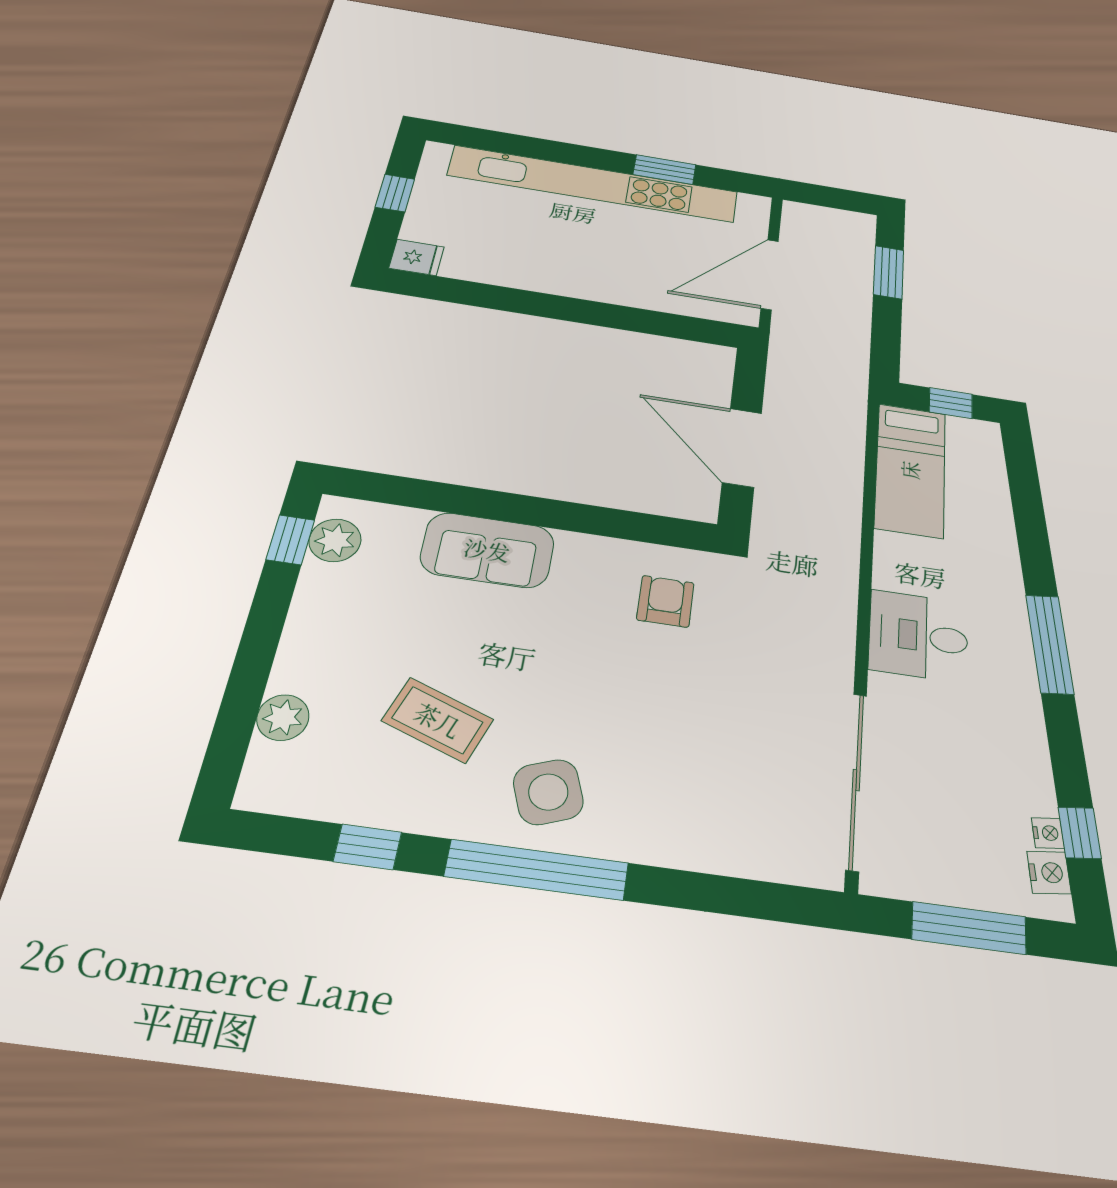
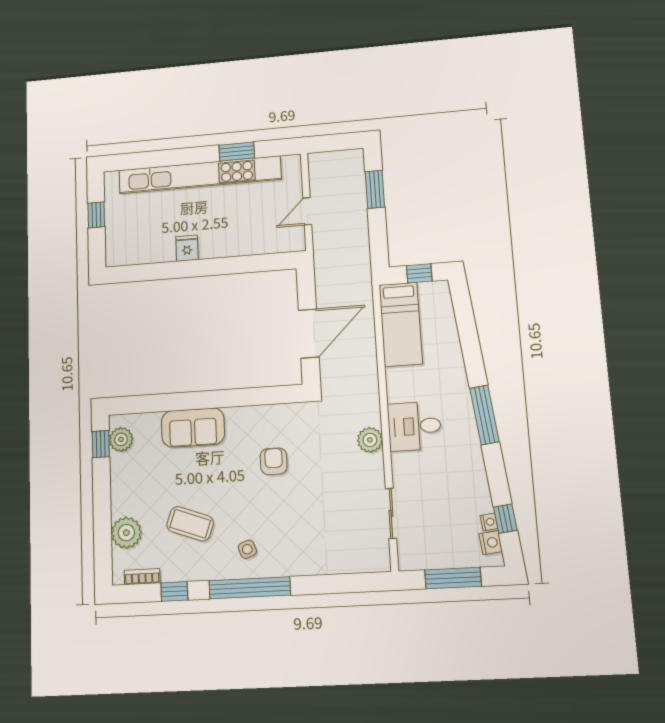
fridge: (416, 257) -> (187, 248), moved, turned -90
door: (770, 274) -> (307, 211), width x0.53
door: (742, 448) -> (309, 334), swing flipped
armchair: (665, 601) -> (274, 461), moved
plant: (831, 642) -> (370, 440), added
plant: (283, 718) -> (126, 533), width x1.36, depth x1.36
sliding door: (856, 780) -> (391, 513), width x0.54
side table: (548, 792) -> (247, 549), width x0.54, depth x0.54
bookcase: (303, 803) -> (142, 577), added

